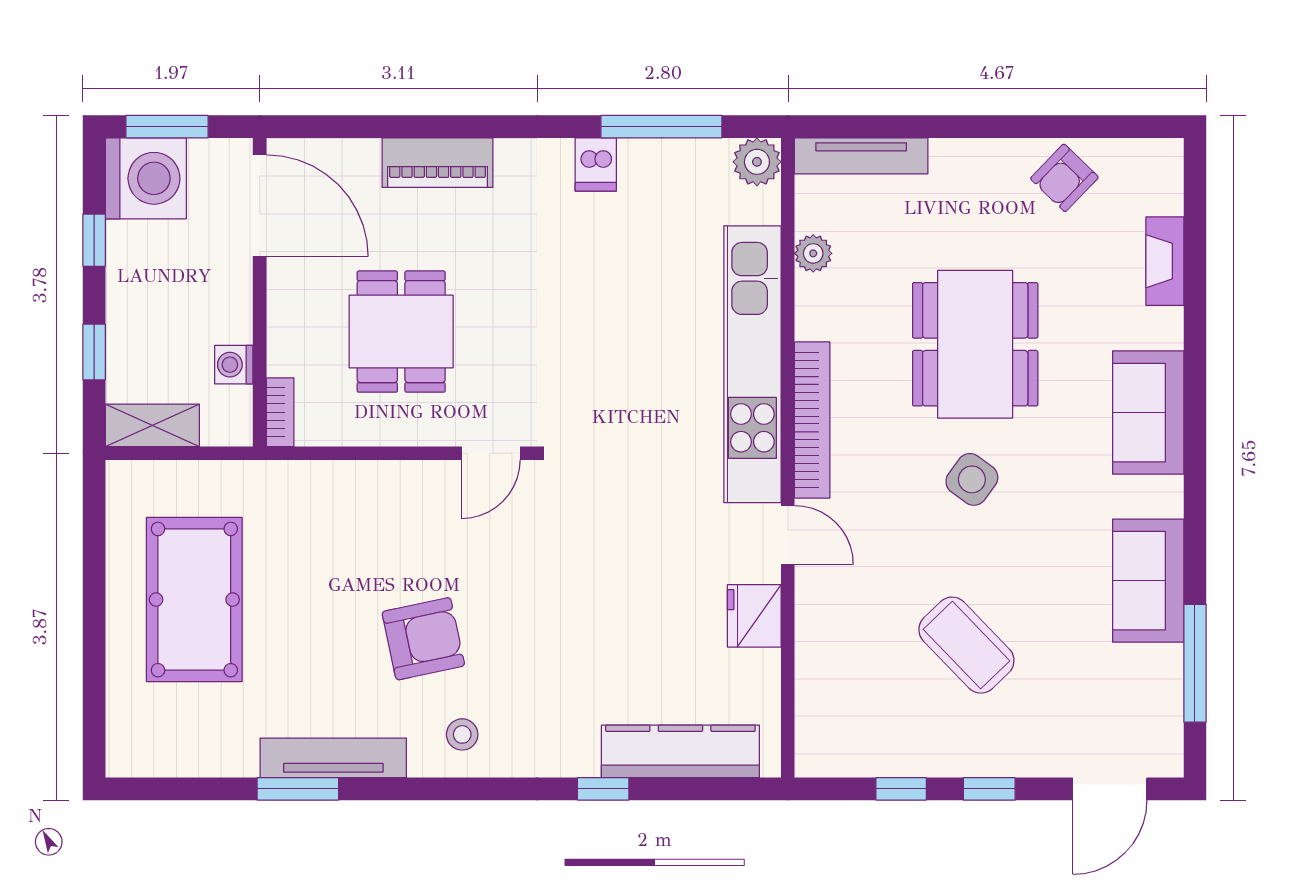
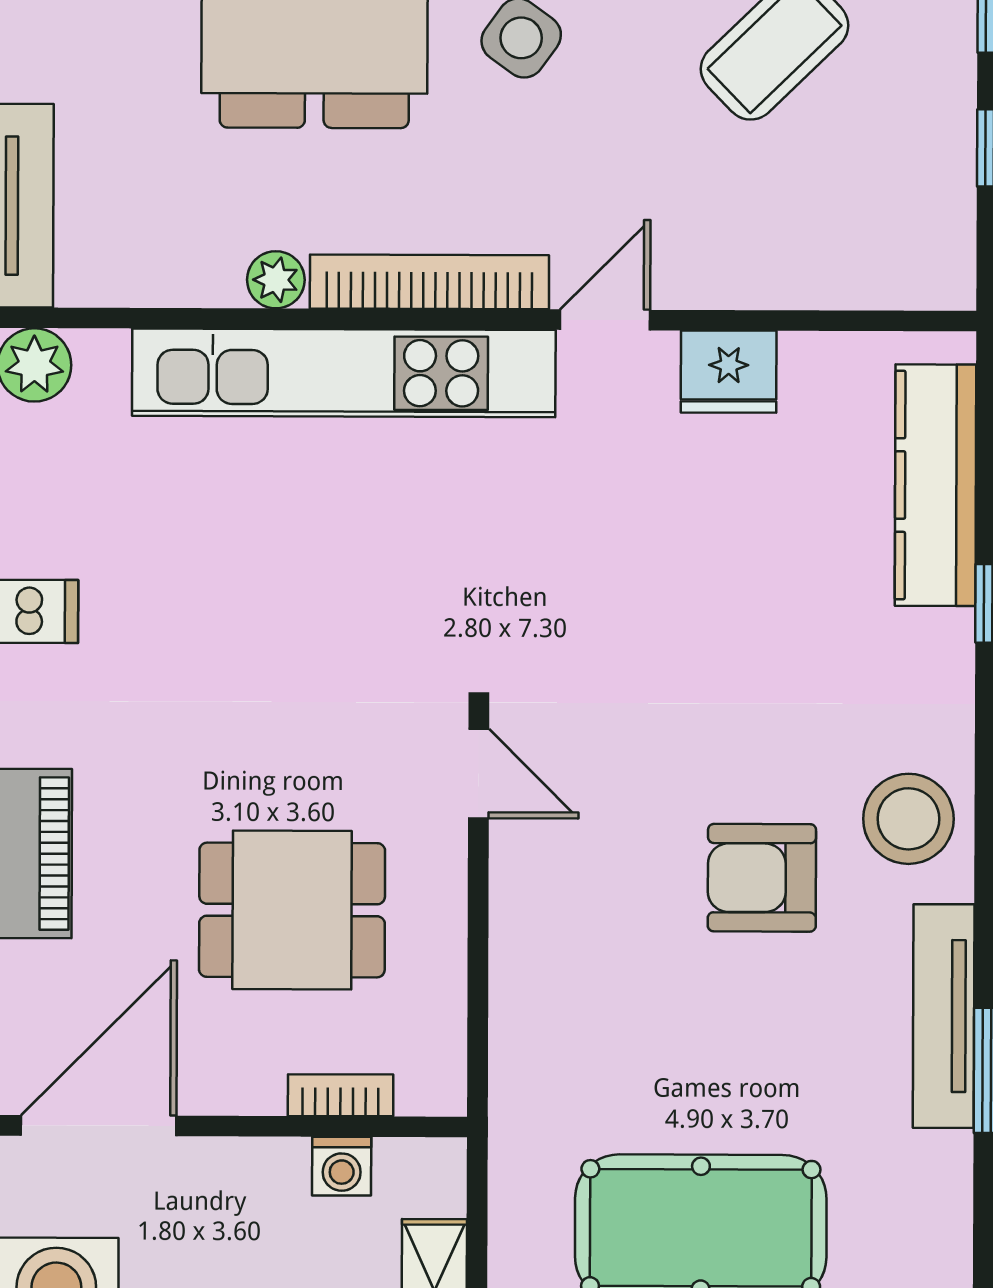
plant: (813, 253) -> (276, 280), moved
bookcase: (280, 412) -> (341, 1095), moved
armchair: (423, 639) -> (762, 878), turned -78
stool: (462, 734) -> (908, 819), width x1.89, depth x1.89

